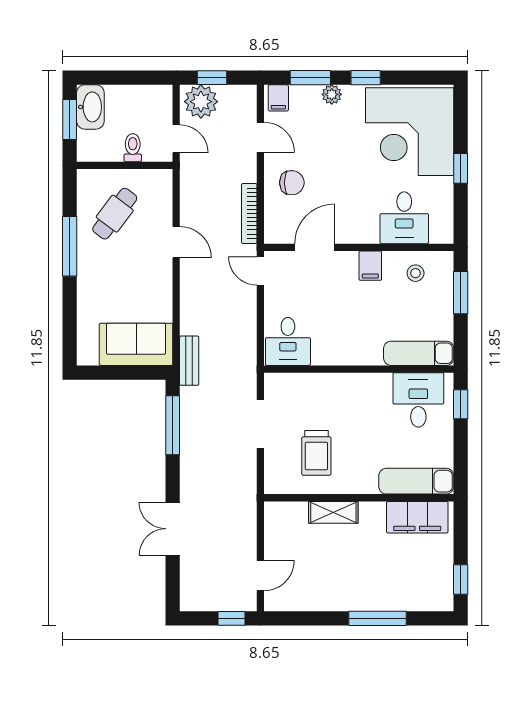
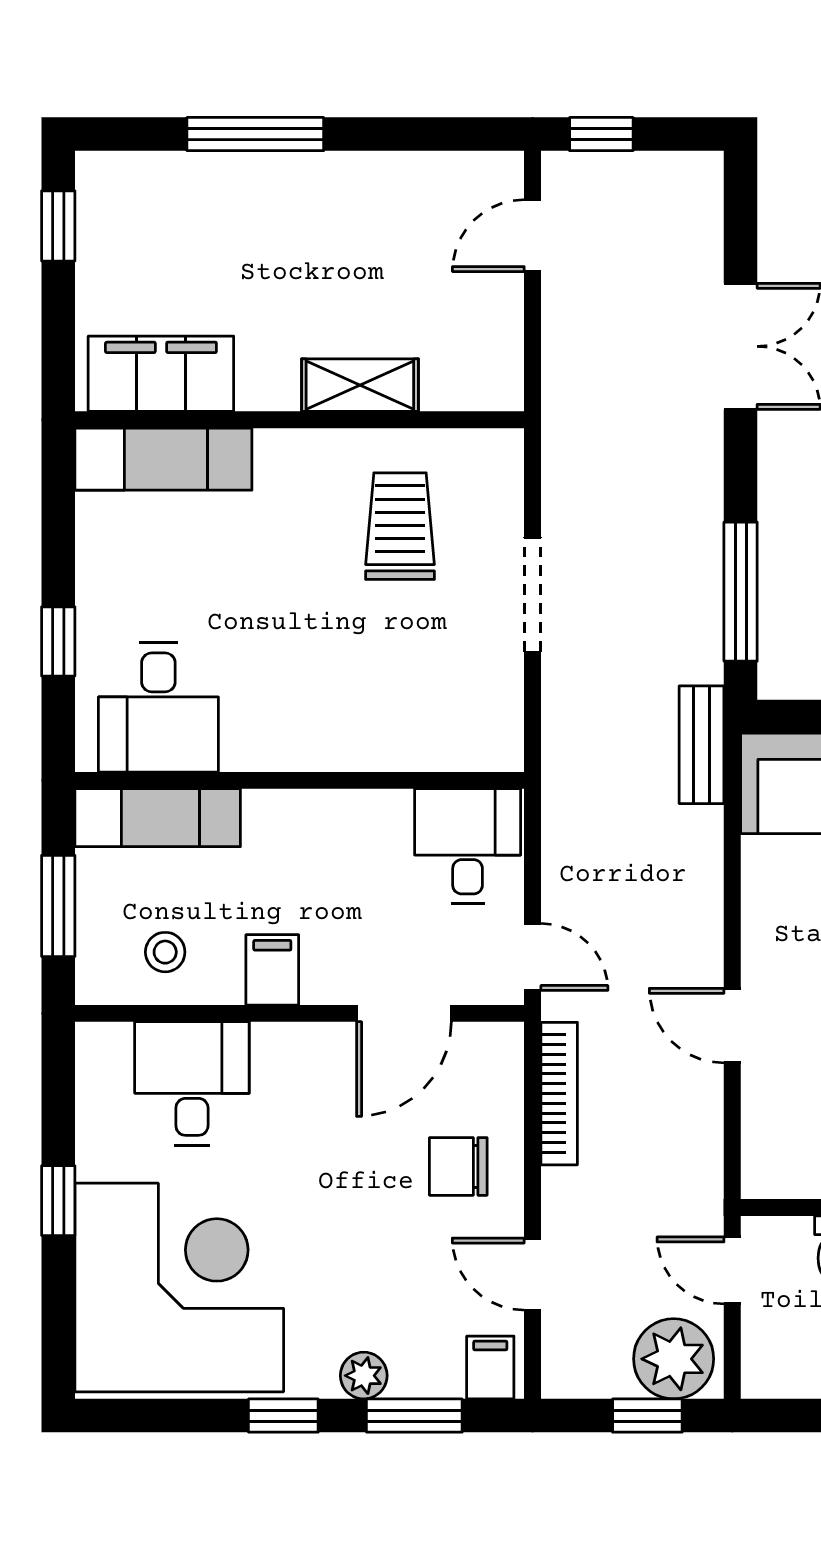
desk: (288, 341) -> (468, 846), moved
exam couch: (419, 353) -> (158, 818), moved
wall: (359, 369) -> (300, 780), moved
desk: (418, 400) -> (158, 707), moved

